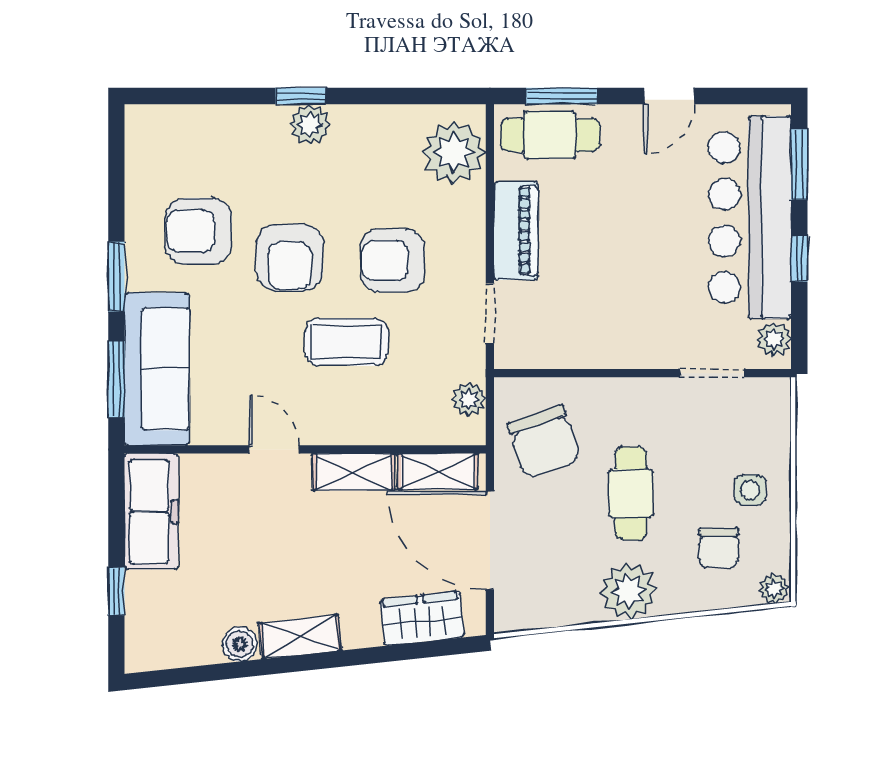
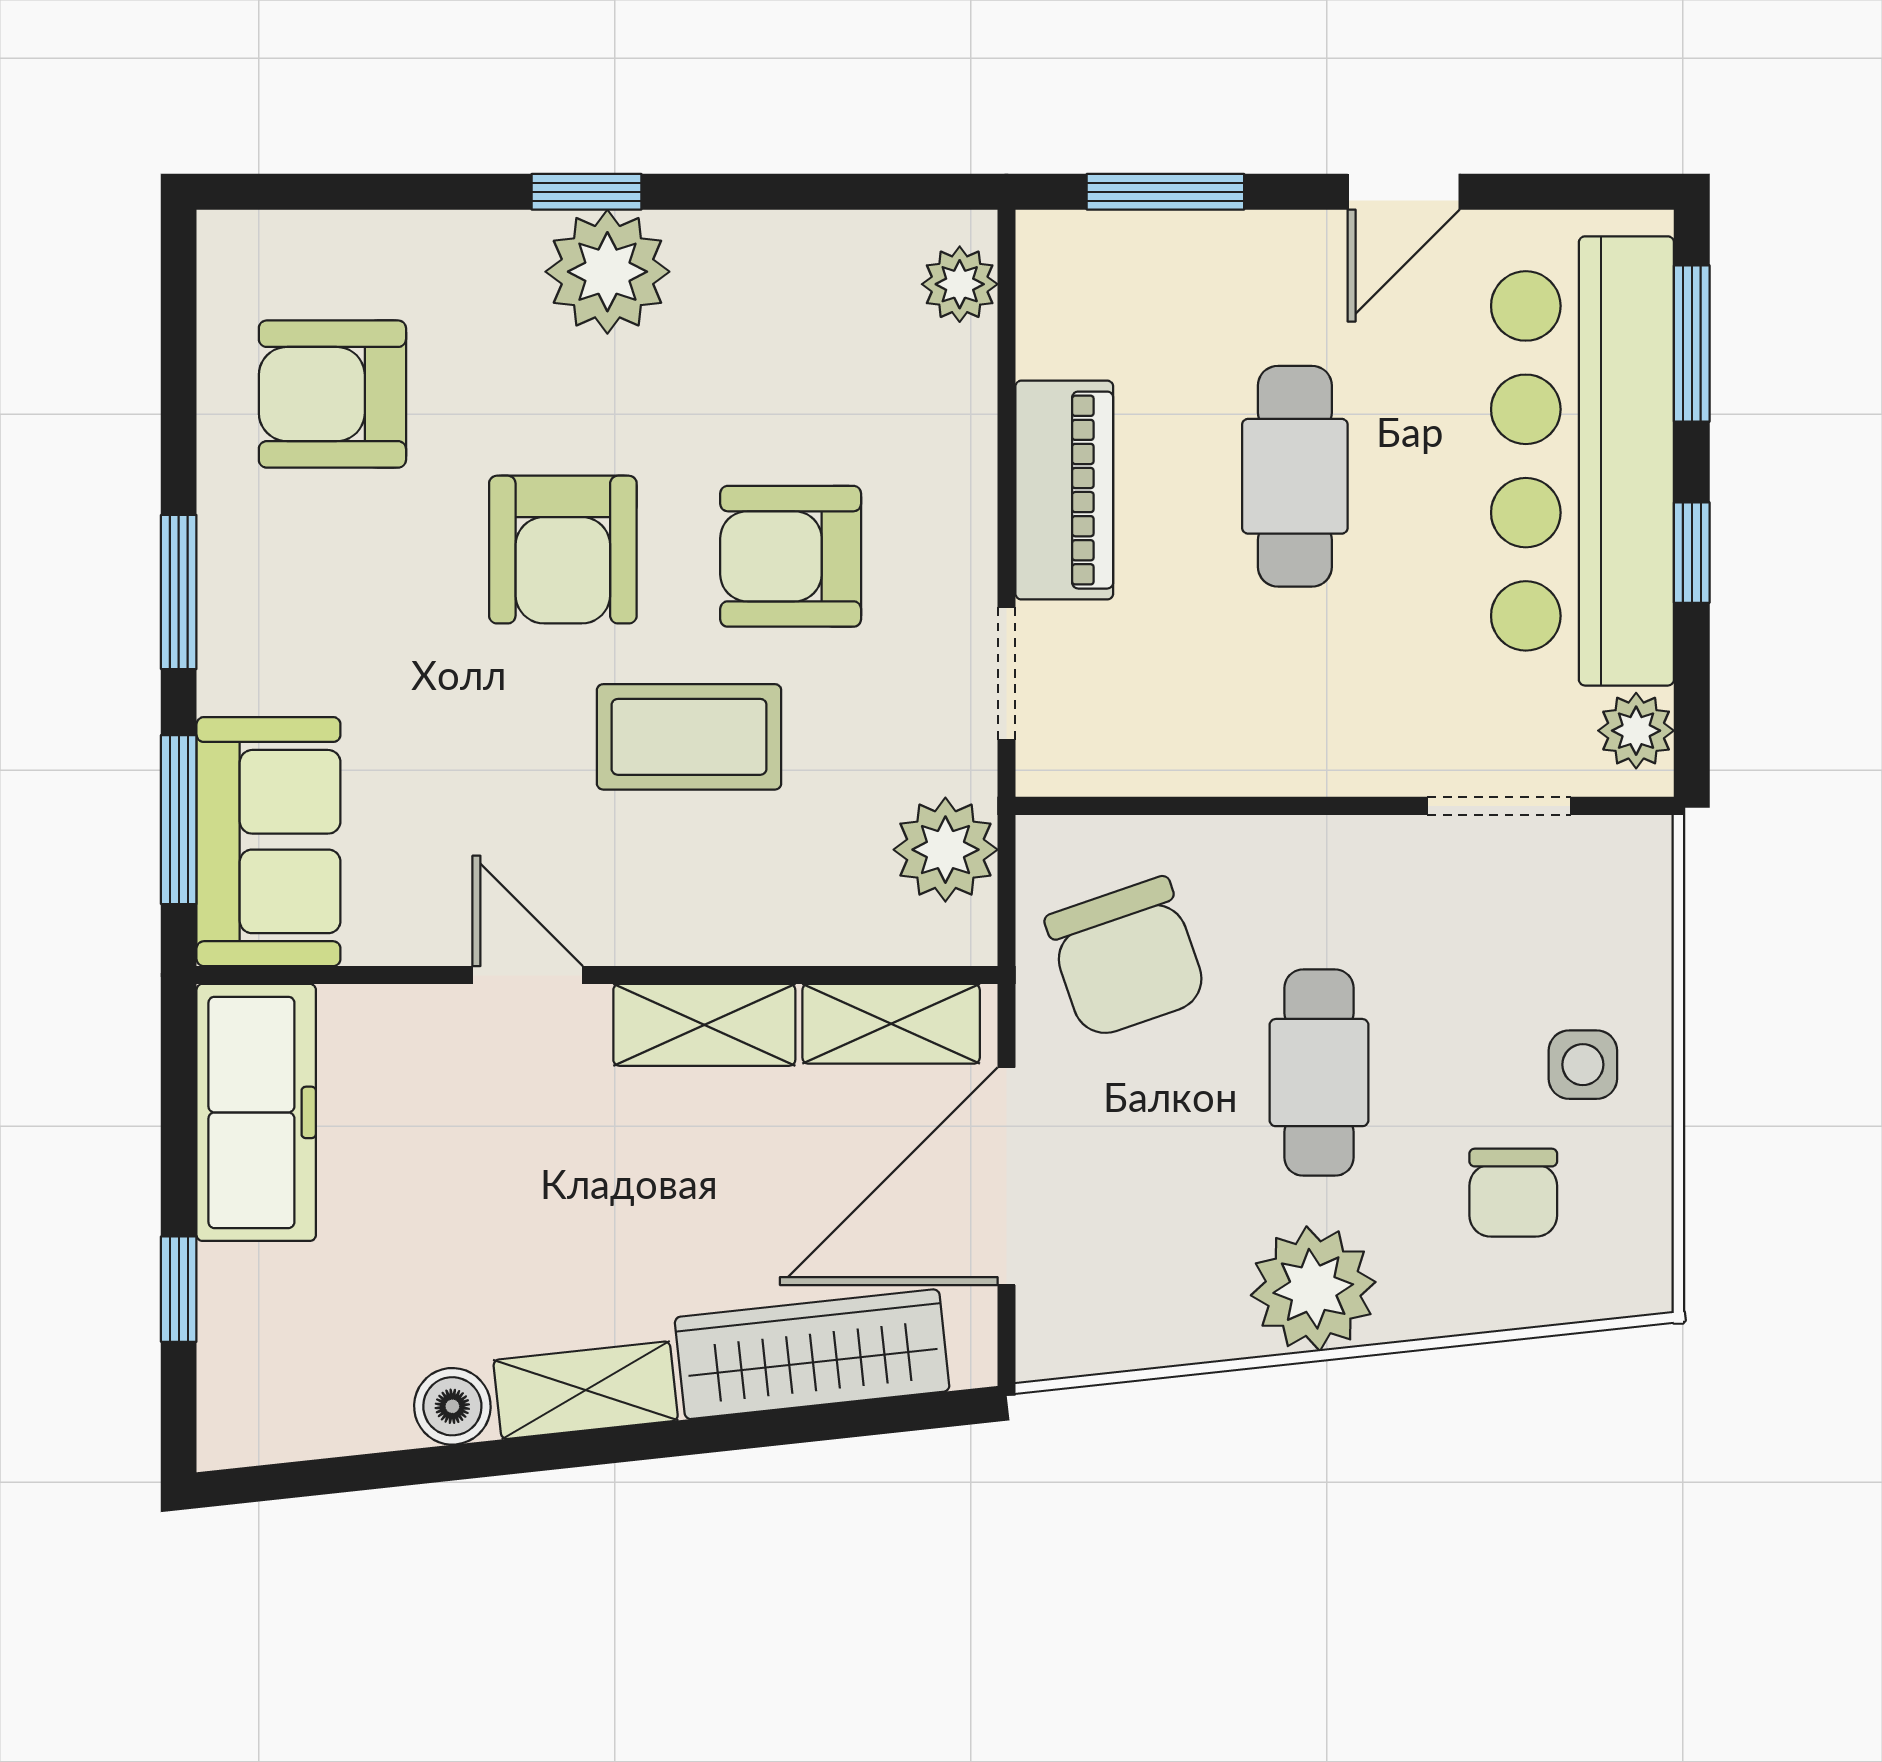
plant: (310, 125) -> (607, 272), width x1.36, depth x1.36
cafe table: (550, 135) -> (1295, 476), moved, turned 90
plant: (454, 153) -> (960, 284), width x0.53, depth x0.53
armchair: (199, 231) -> (332, 394), moved
sofa: (157, 369) -> (268, 842), width x0.73
plant: (469, 399) -> (945, 850), width x1.38, depth x1.38
door: (490, 540) -> (1006, 1176), hinge flipped
plant: (774, 589) -> (1636, 1283), removed
wardrobe: (422, 618) -> (812, 1354), width x1.50

